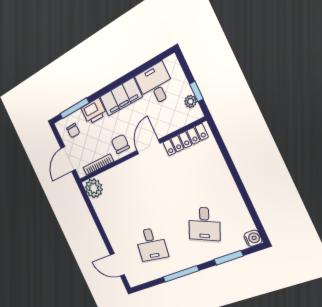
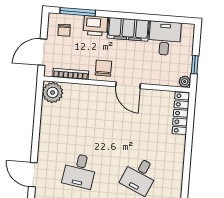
plant: (191, 101) -> (185, 82), moved
locker: (185, 140) -> (181, 113), moved, turned 90
door: (148, 147) -> (128, 85), swing flipped

